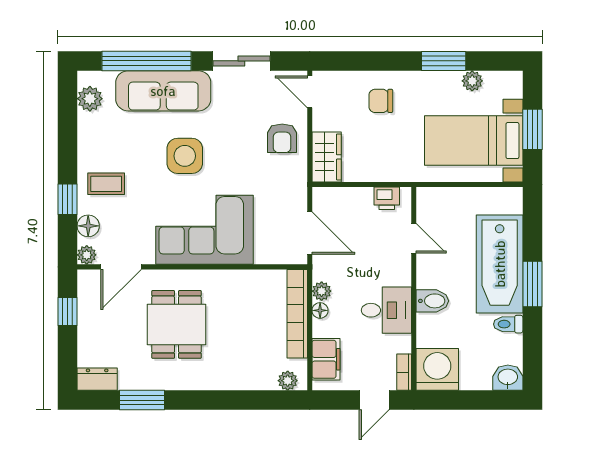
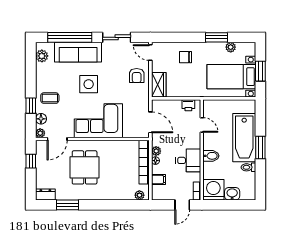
filing cabinet: (326, 359) -> (158, 180), width x0.50
washbasin: (508, 378) -> (232, 194), moved

